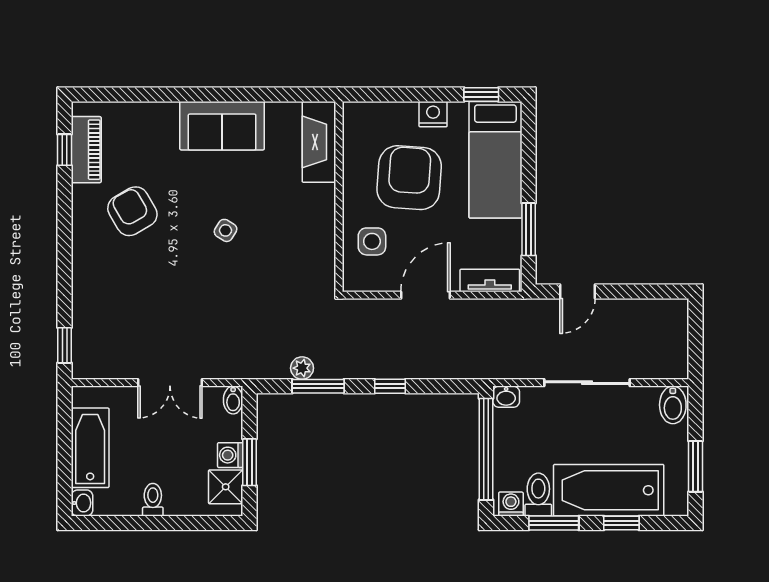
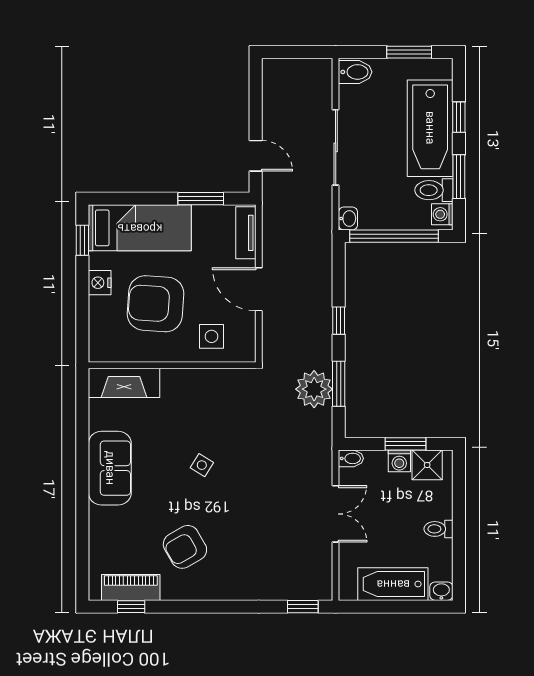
plant: (302, 368) -> (314, 389), width x1.88, depth x1.88

